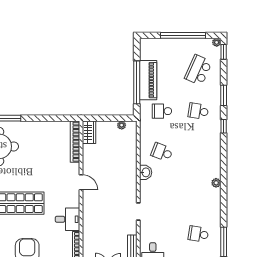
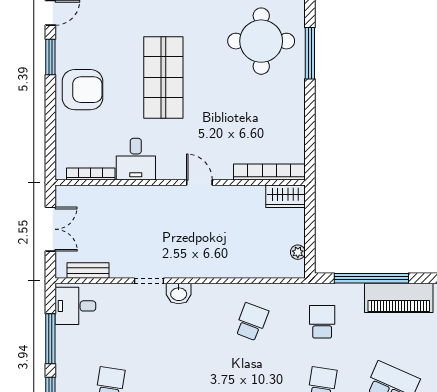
piano: (148, 80) -> (399, 298), moved
washbasin: (146, 172) -> (179, 294), moved
door: (81, 182) -> (199, 182), swing flipped

